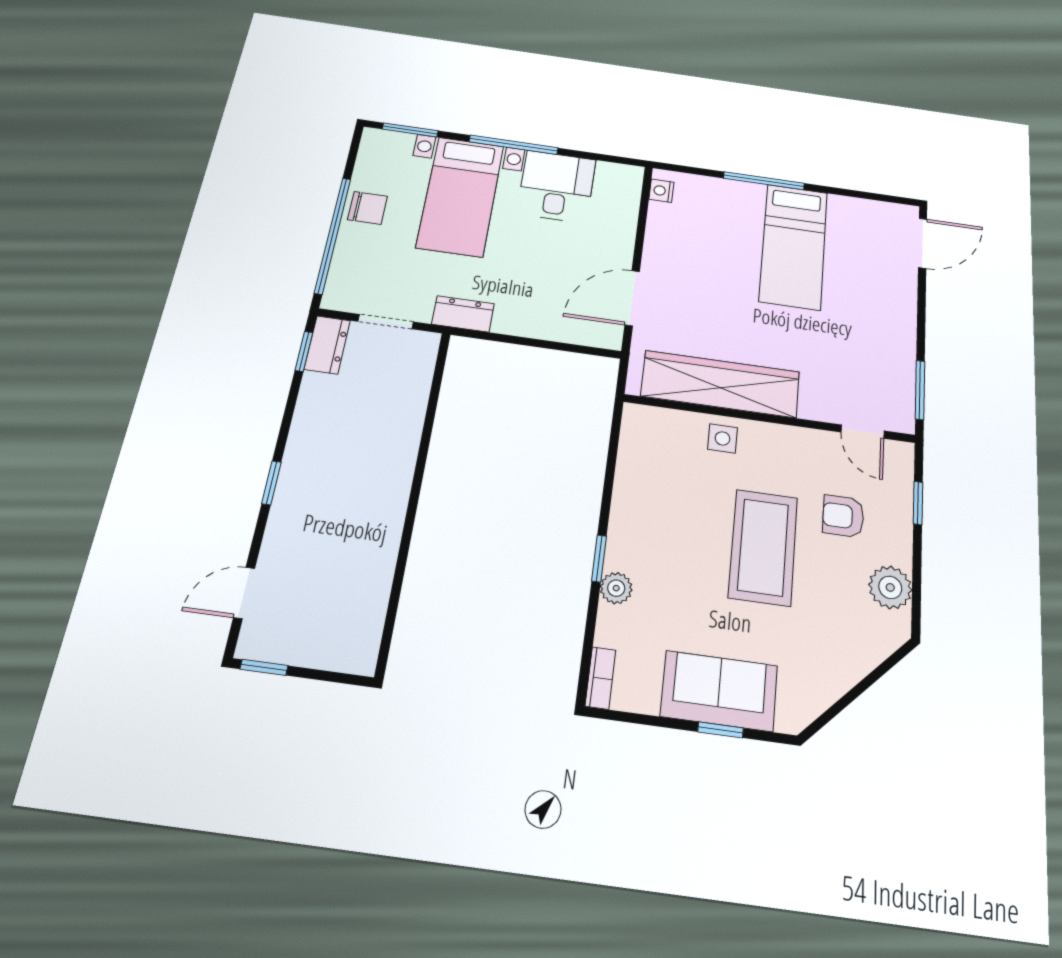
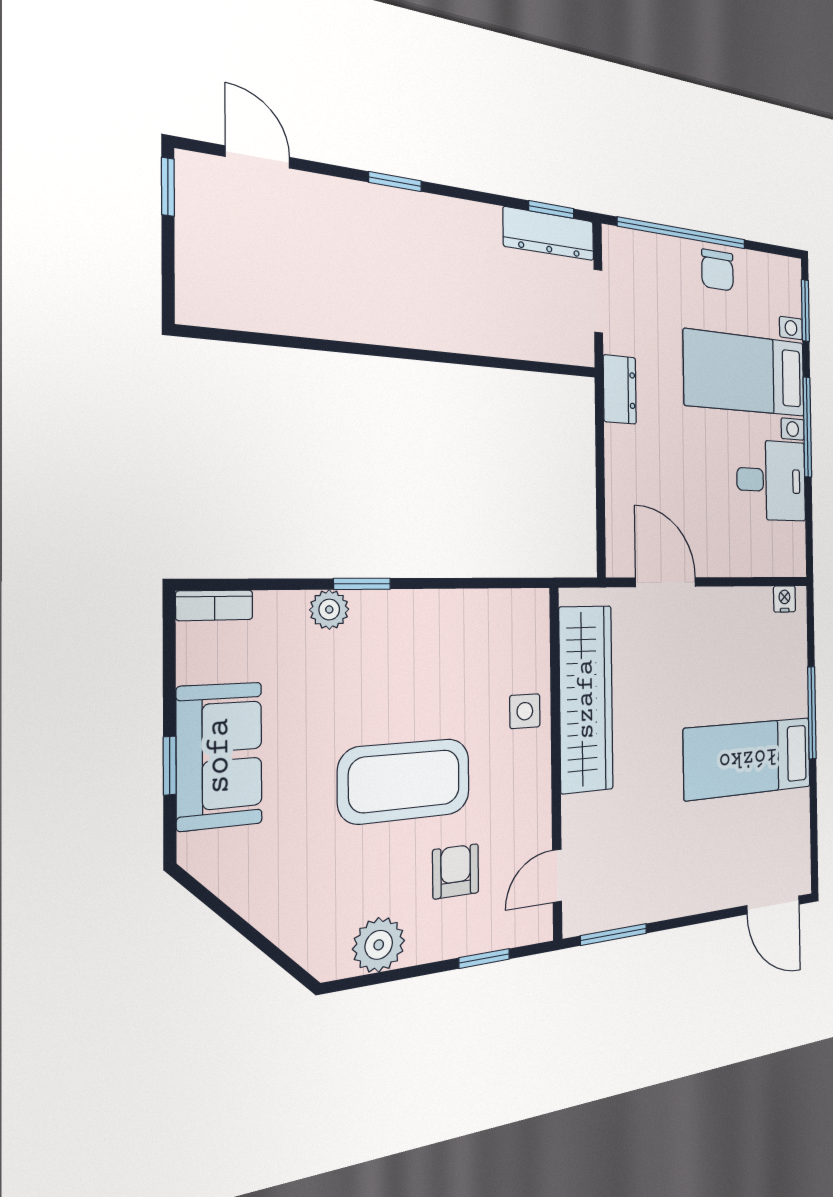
dresser: (327, 345) -> (549, 234), width x1.44

